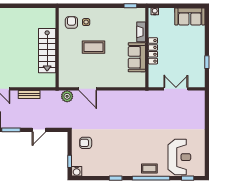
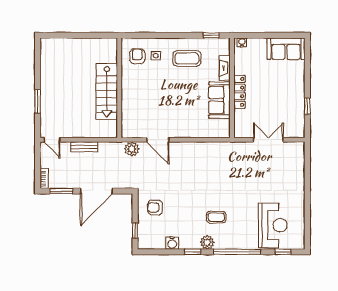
coffee table: (94, 47) -> (187, 58), moved
door: (39, 130) -> (96, 191), width x1.87
coffee table: (149, 168) -> (216, 217), moved
water cooler: (77, 171) -> (172, 243), moved
plant: (127, 171) -> (207, 242), added

